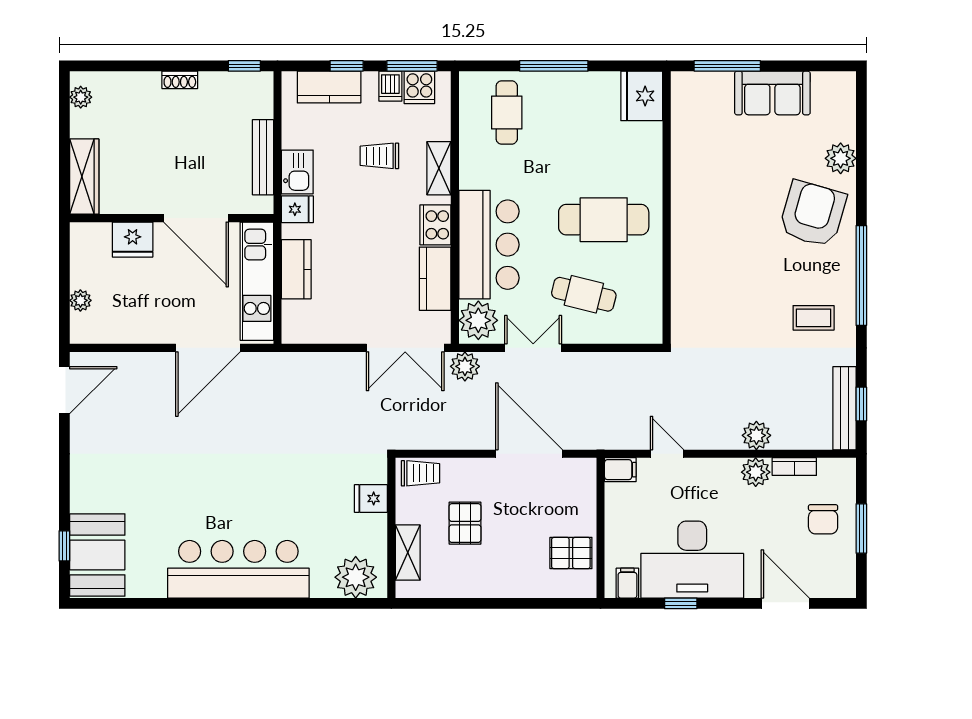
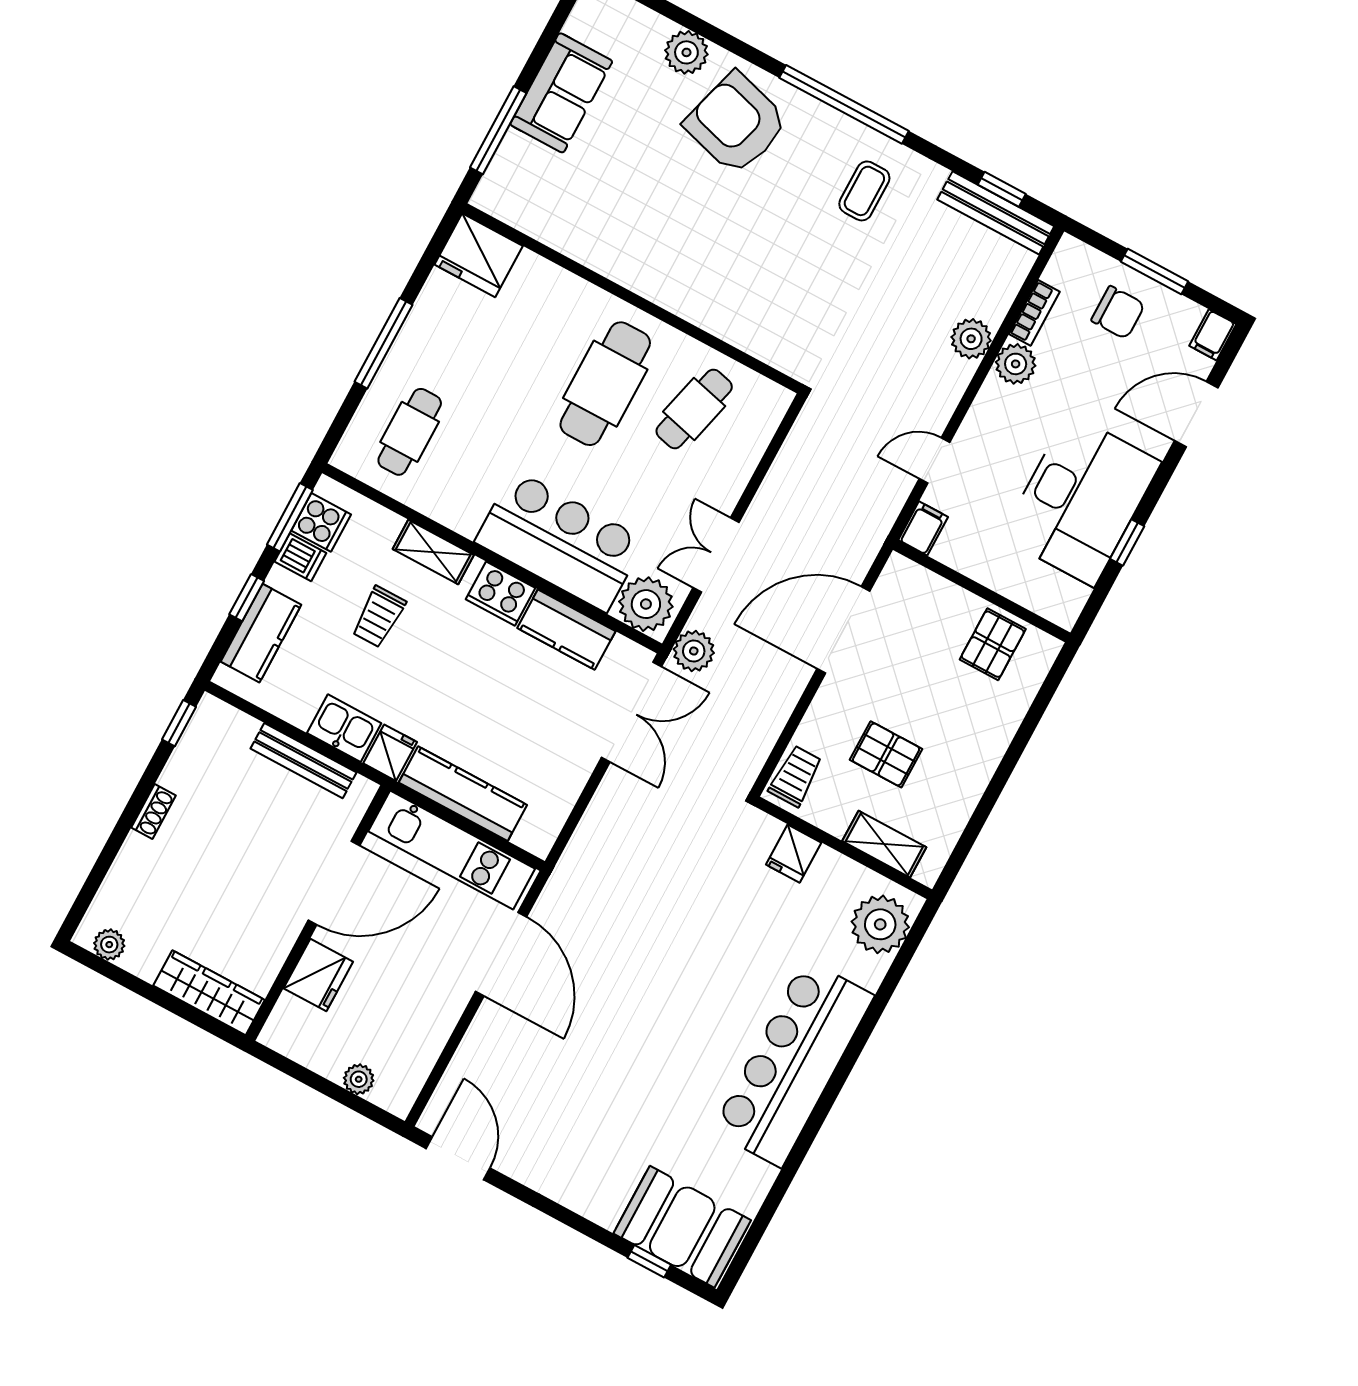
cafe table: (507, 113) -> (410, 432), turned 90
kitchen counter: (296, 269) -> (463, 794), width x1.50
cafe table: (584, 294) -> (694, 409), moved
filing cabinet: (627, 583) -> (1213, 335), moved, turned -90

